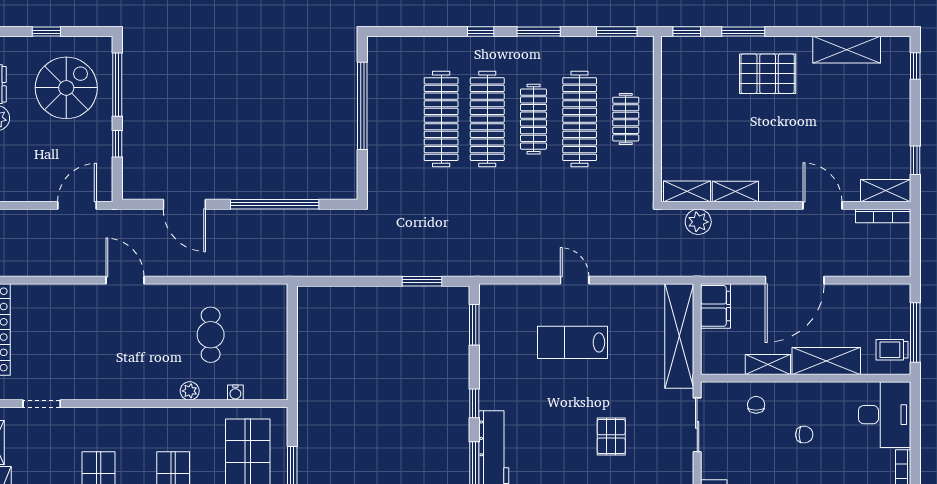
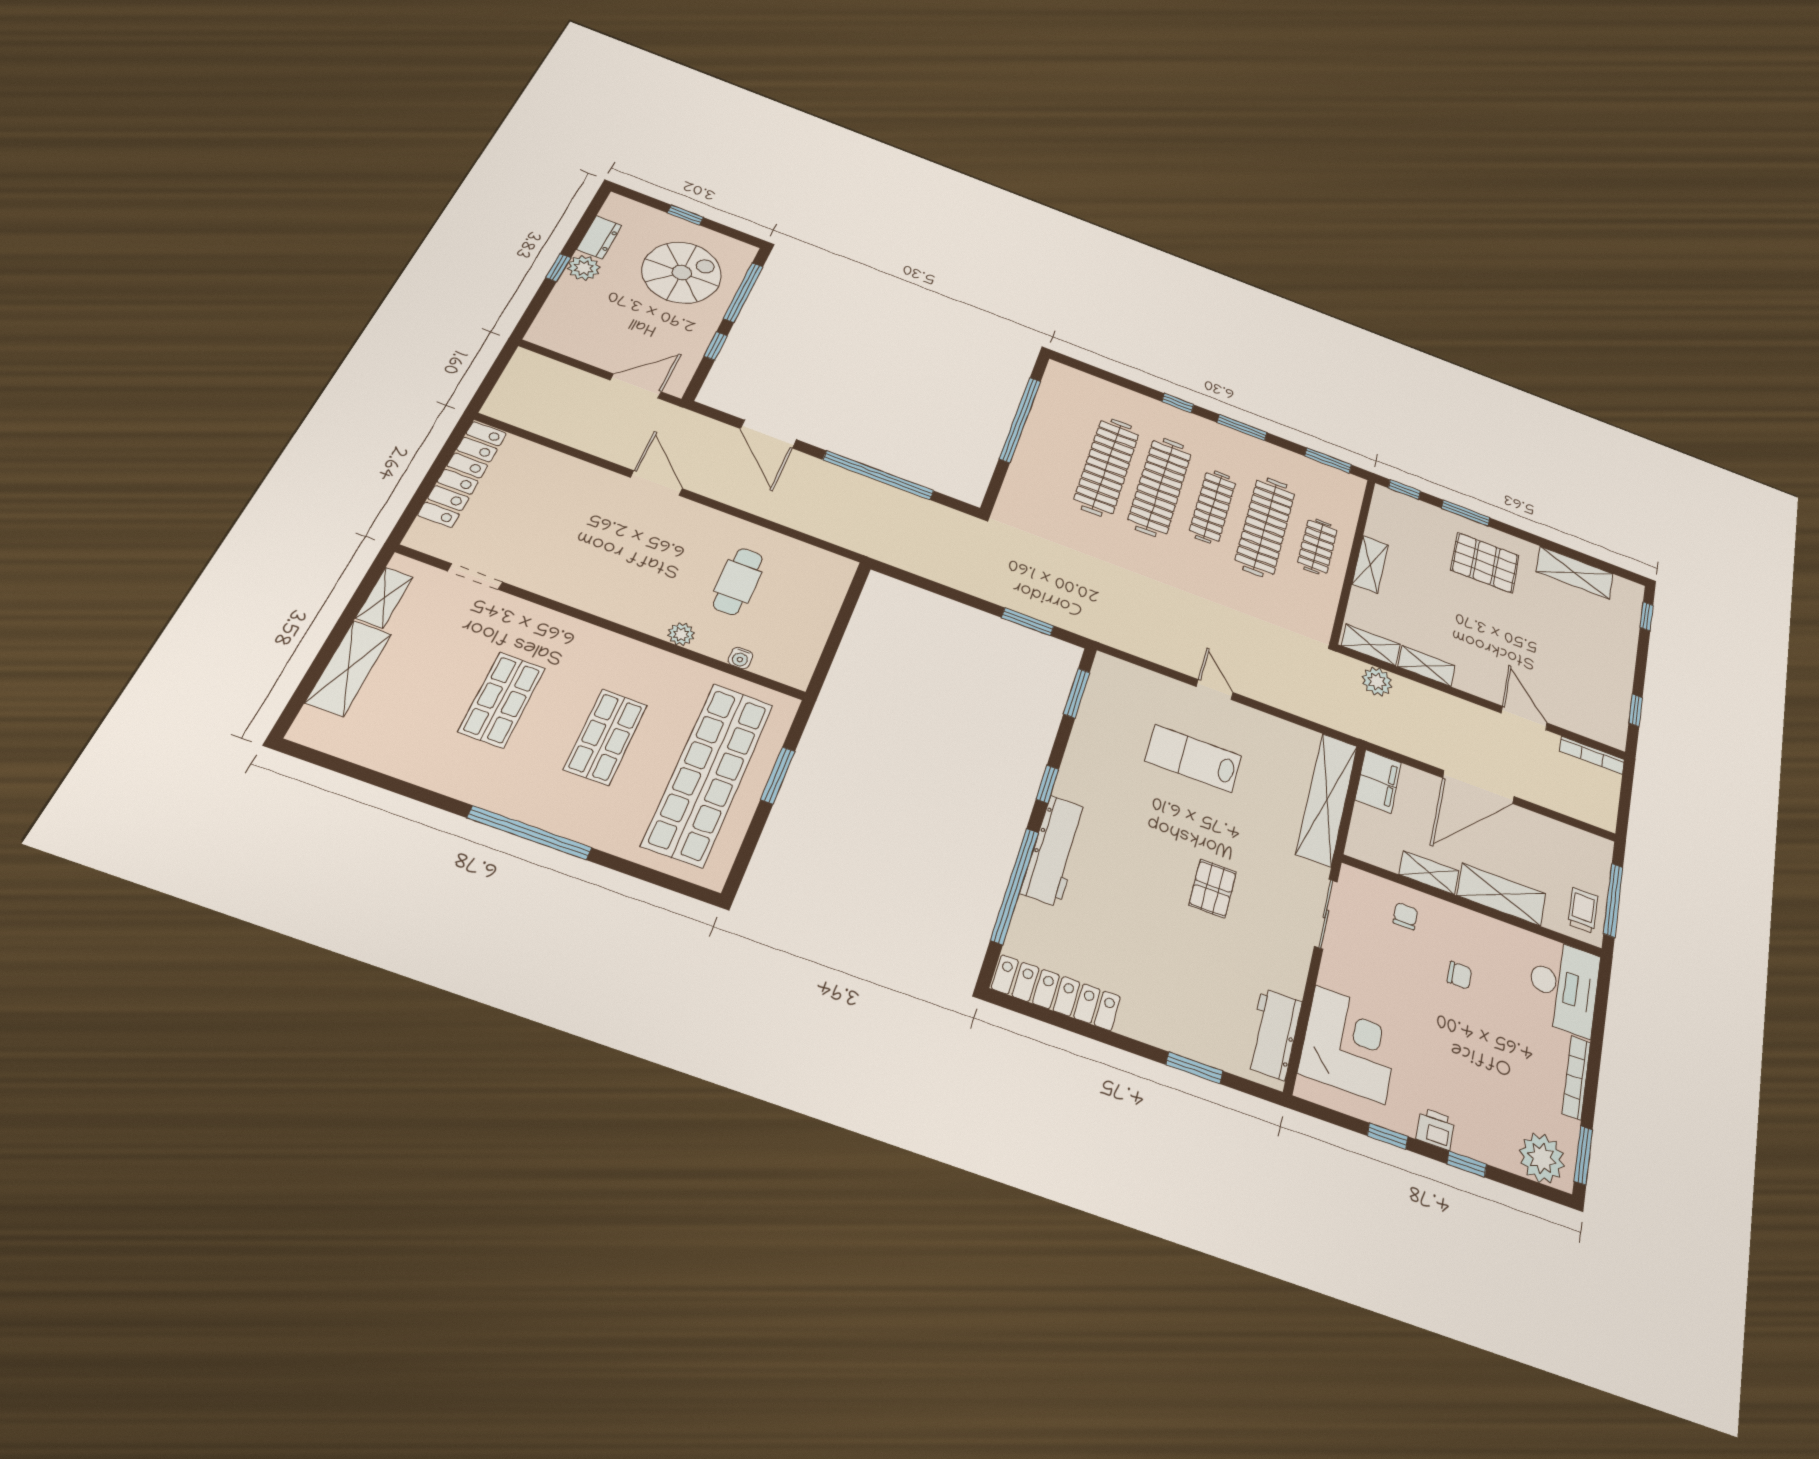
shelving: (886, 191) -> (1370, 564), moved, turned 90
trolley: (892, 350) -> (1583, 910), turned 90

